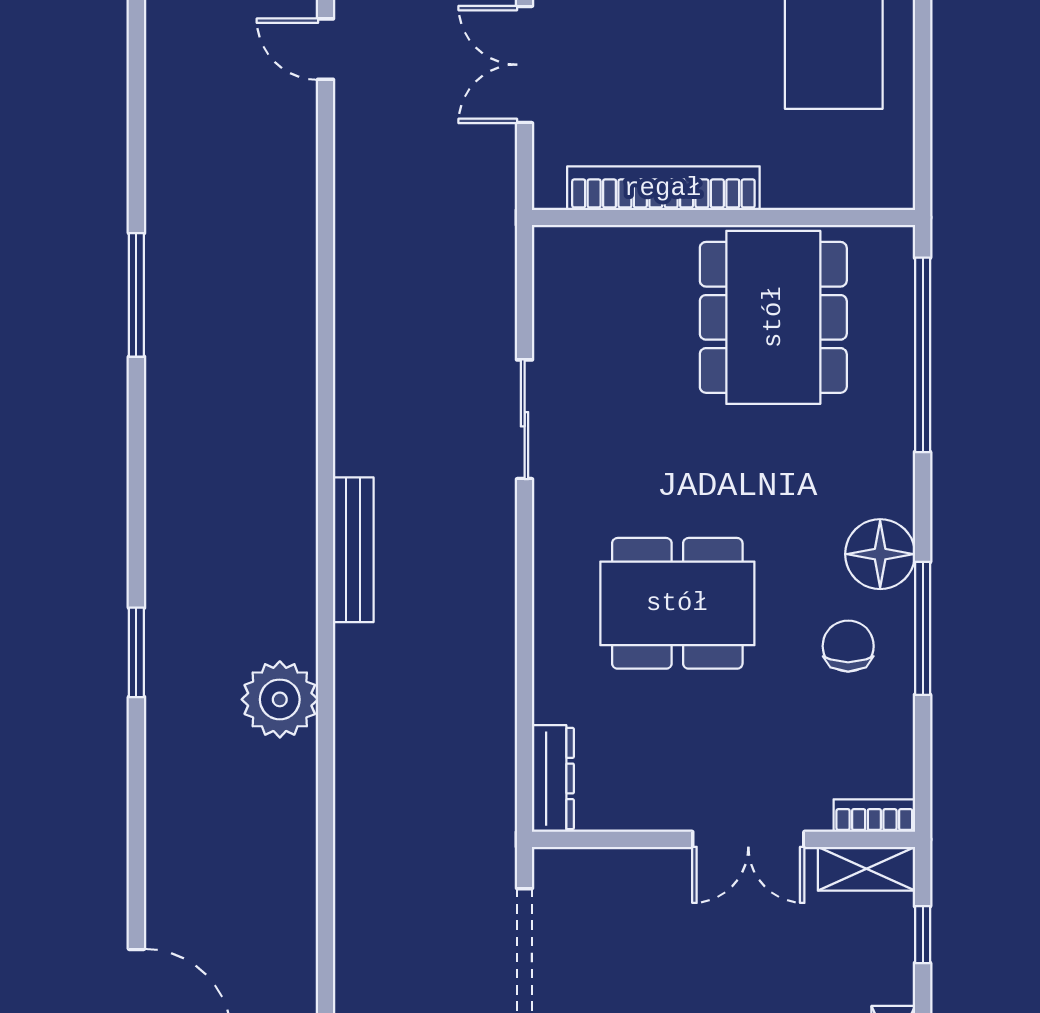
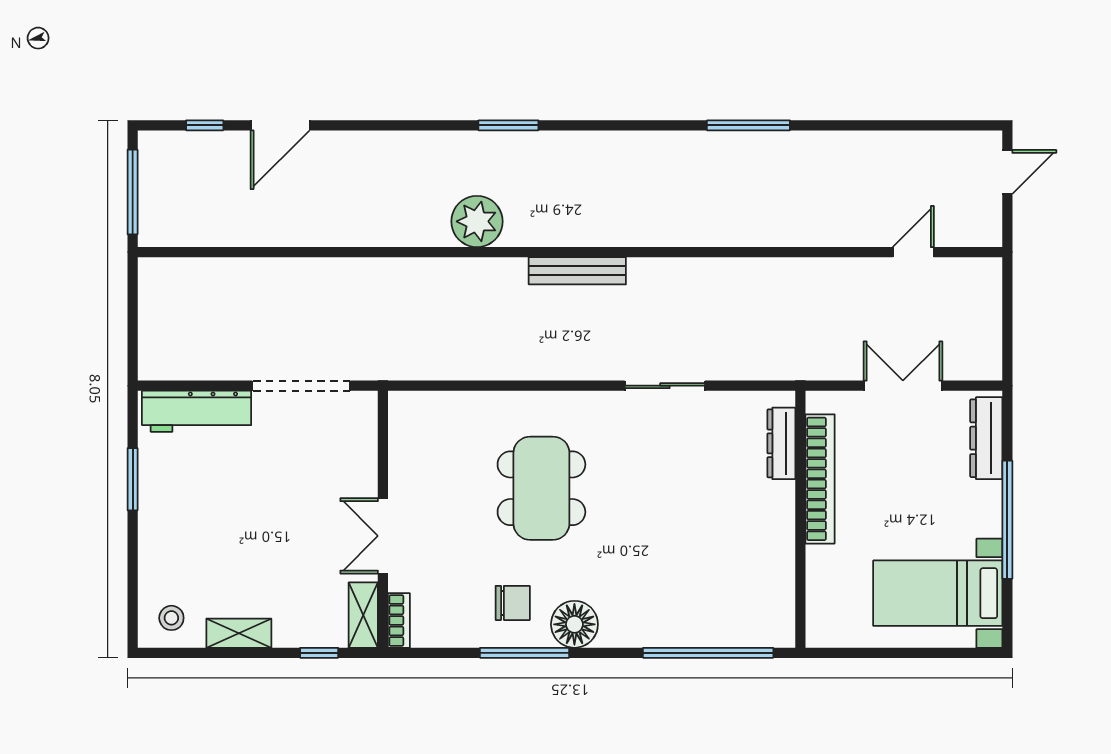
dining table: (773, 317) -> (733, 553), removed
dresser: (553, 779) -> (781, 443), moved, turned 90

